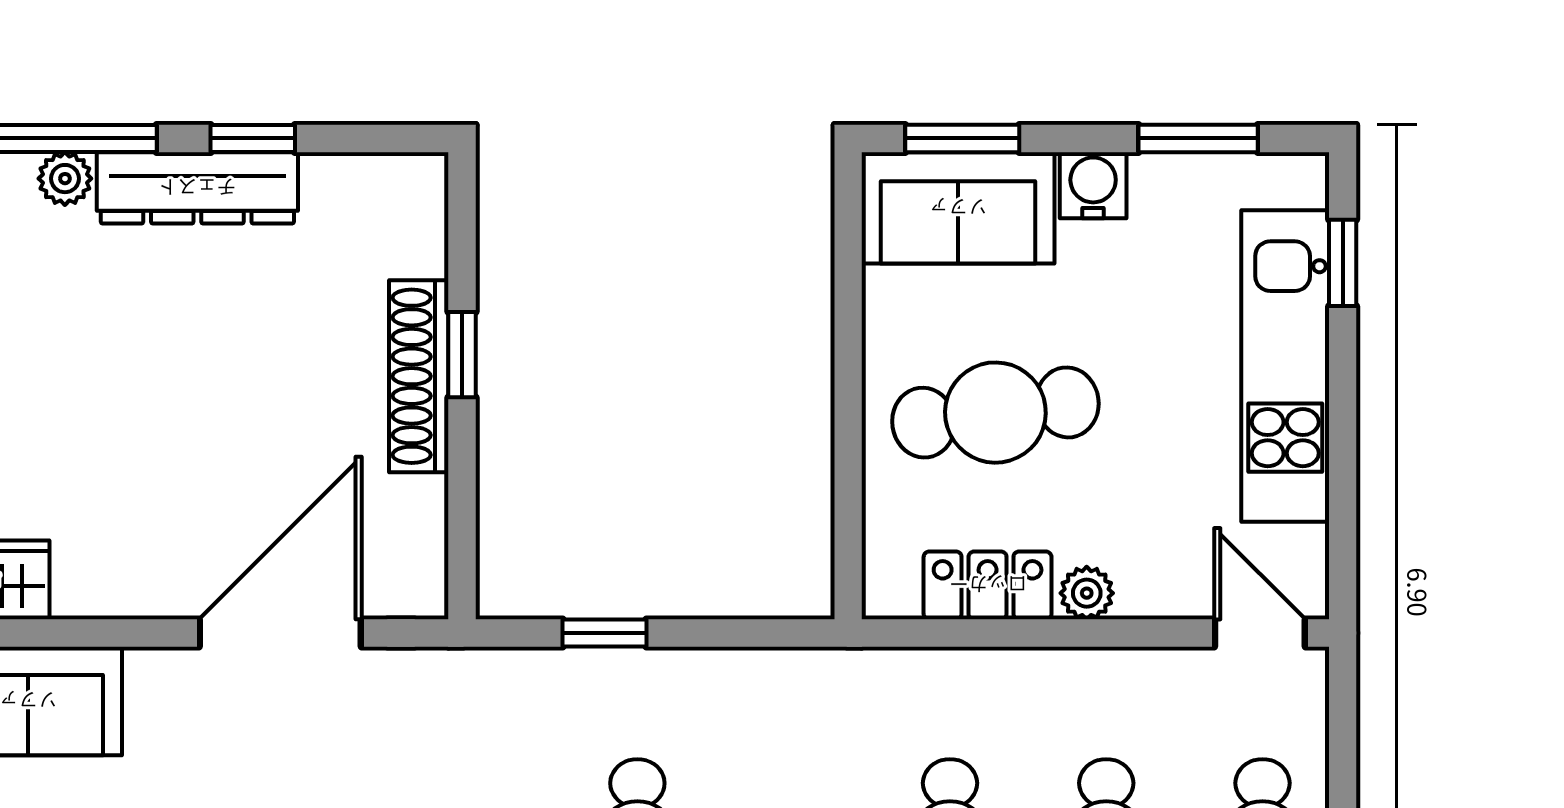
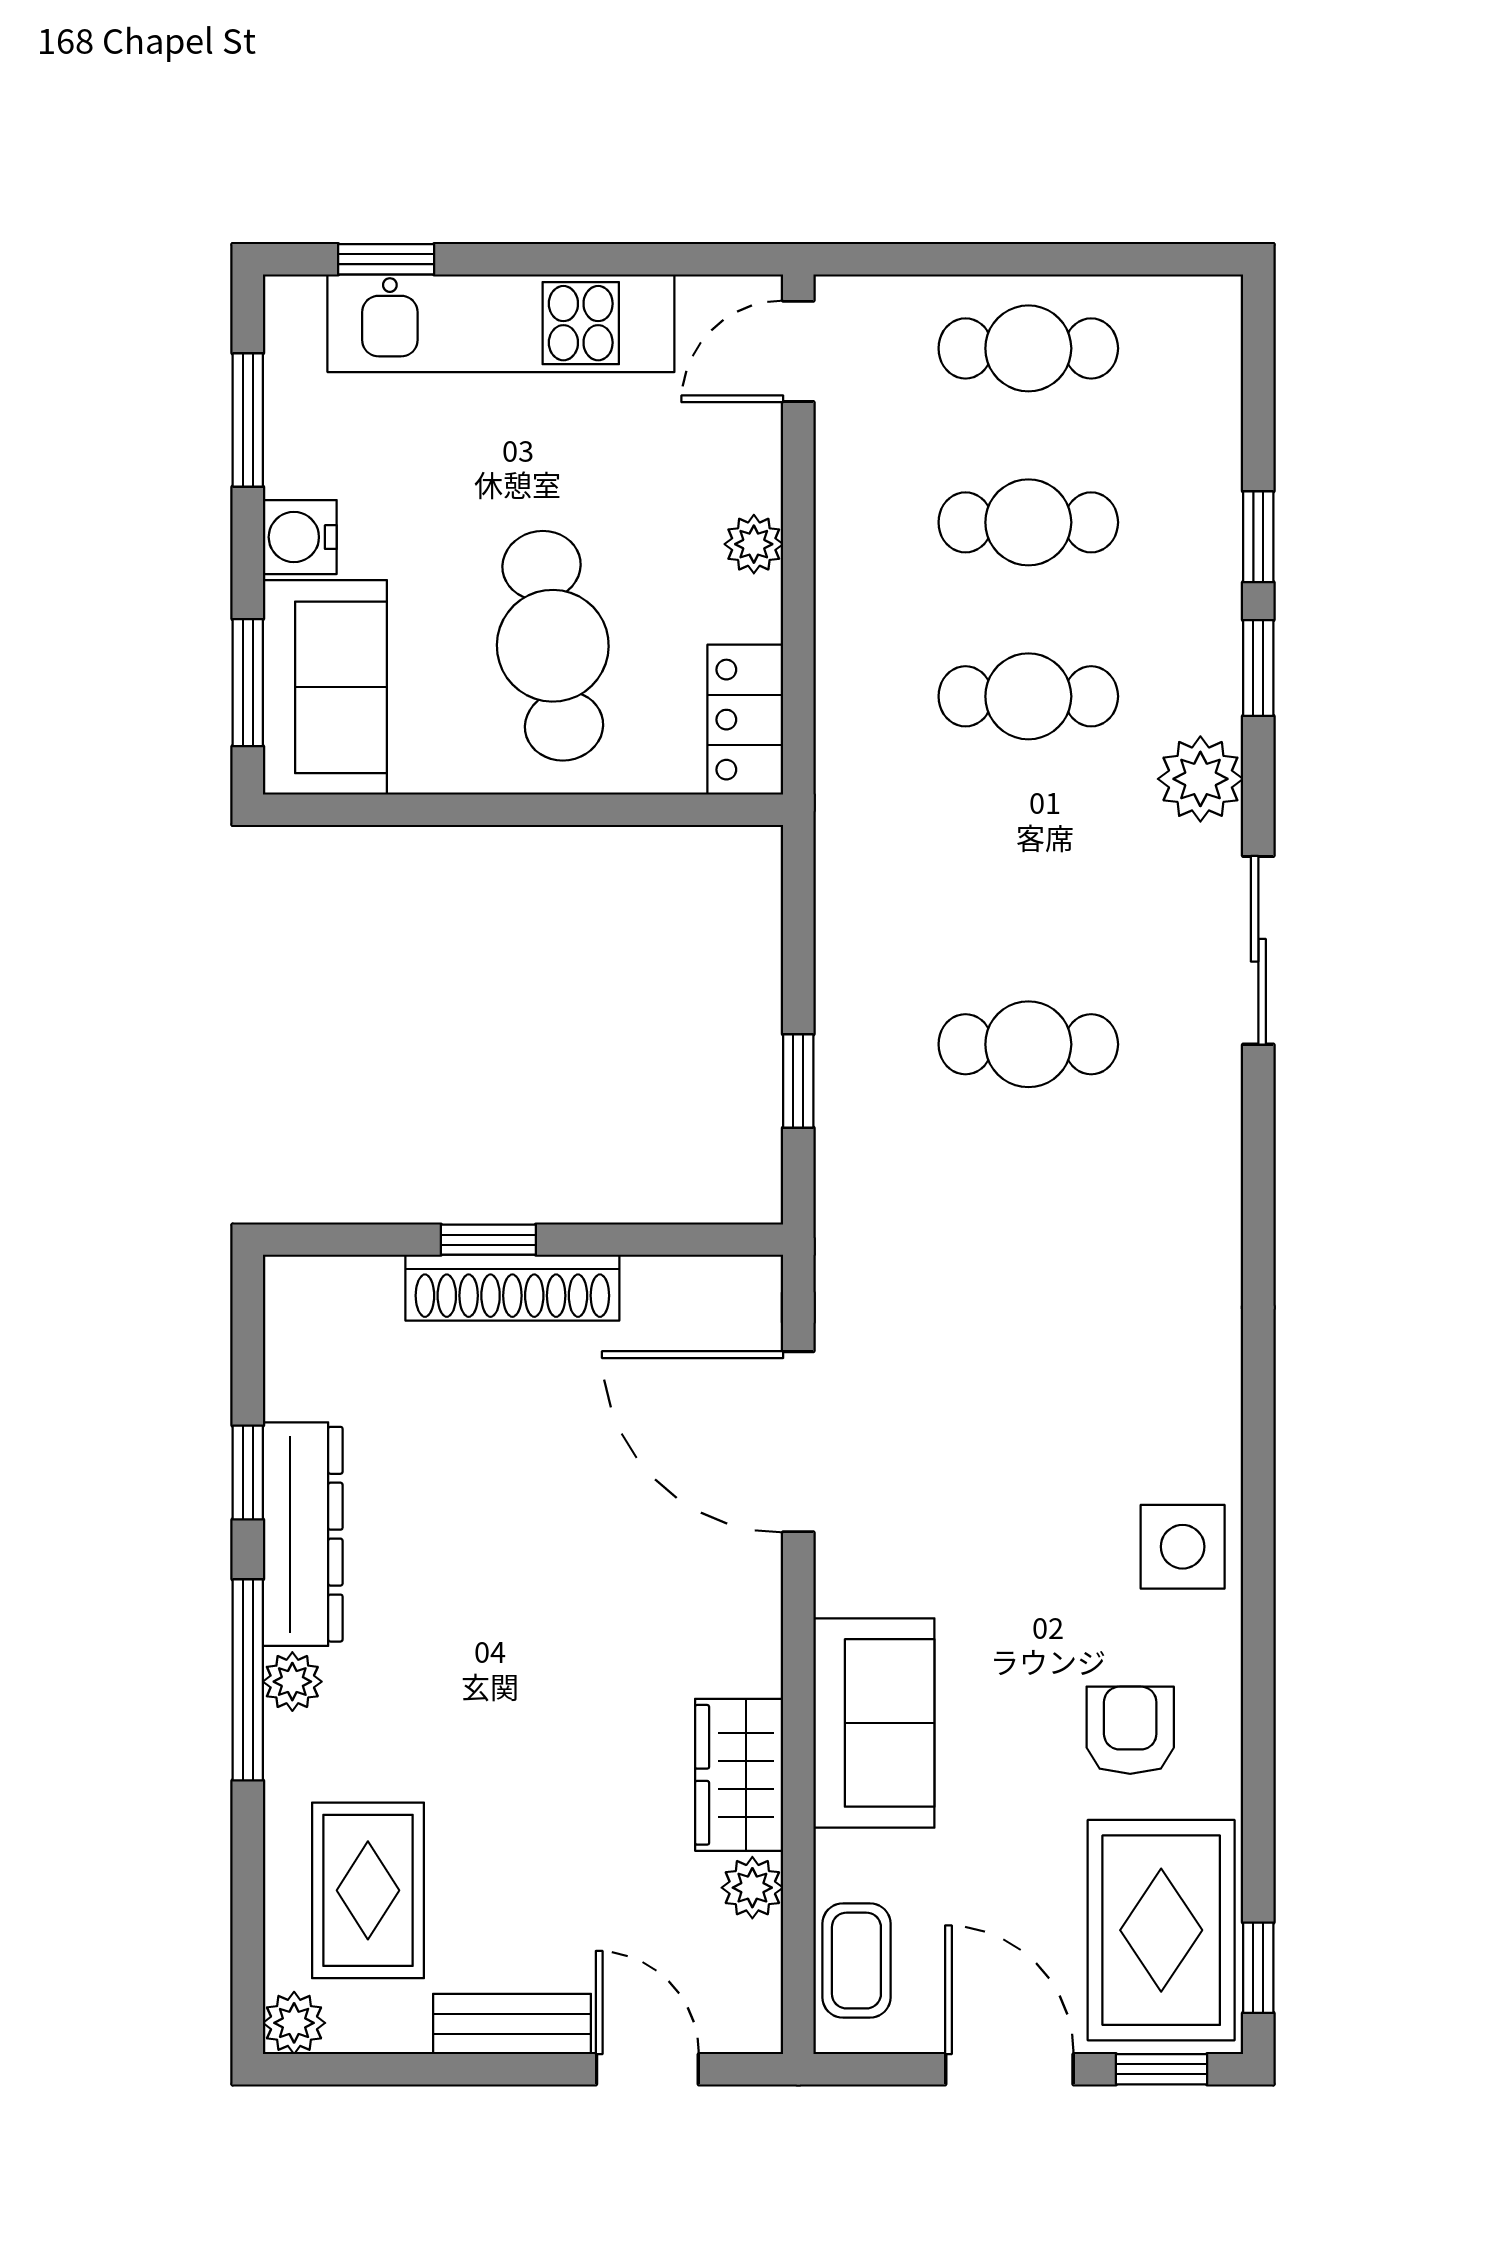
locker: (988, 585) -> (745, 720), moved

